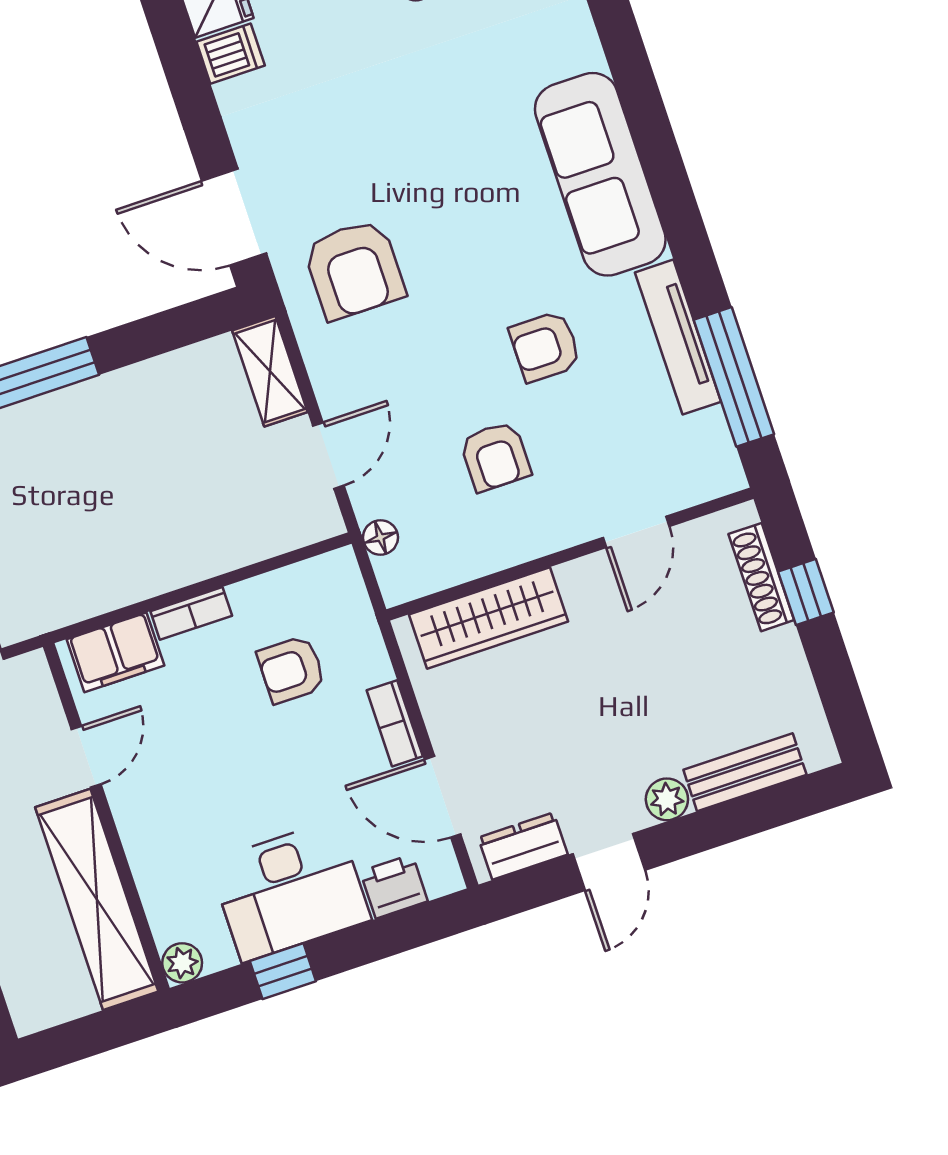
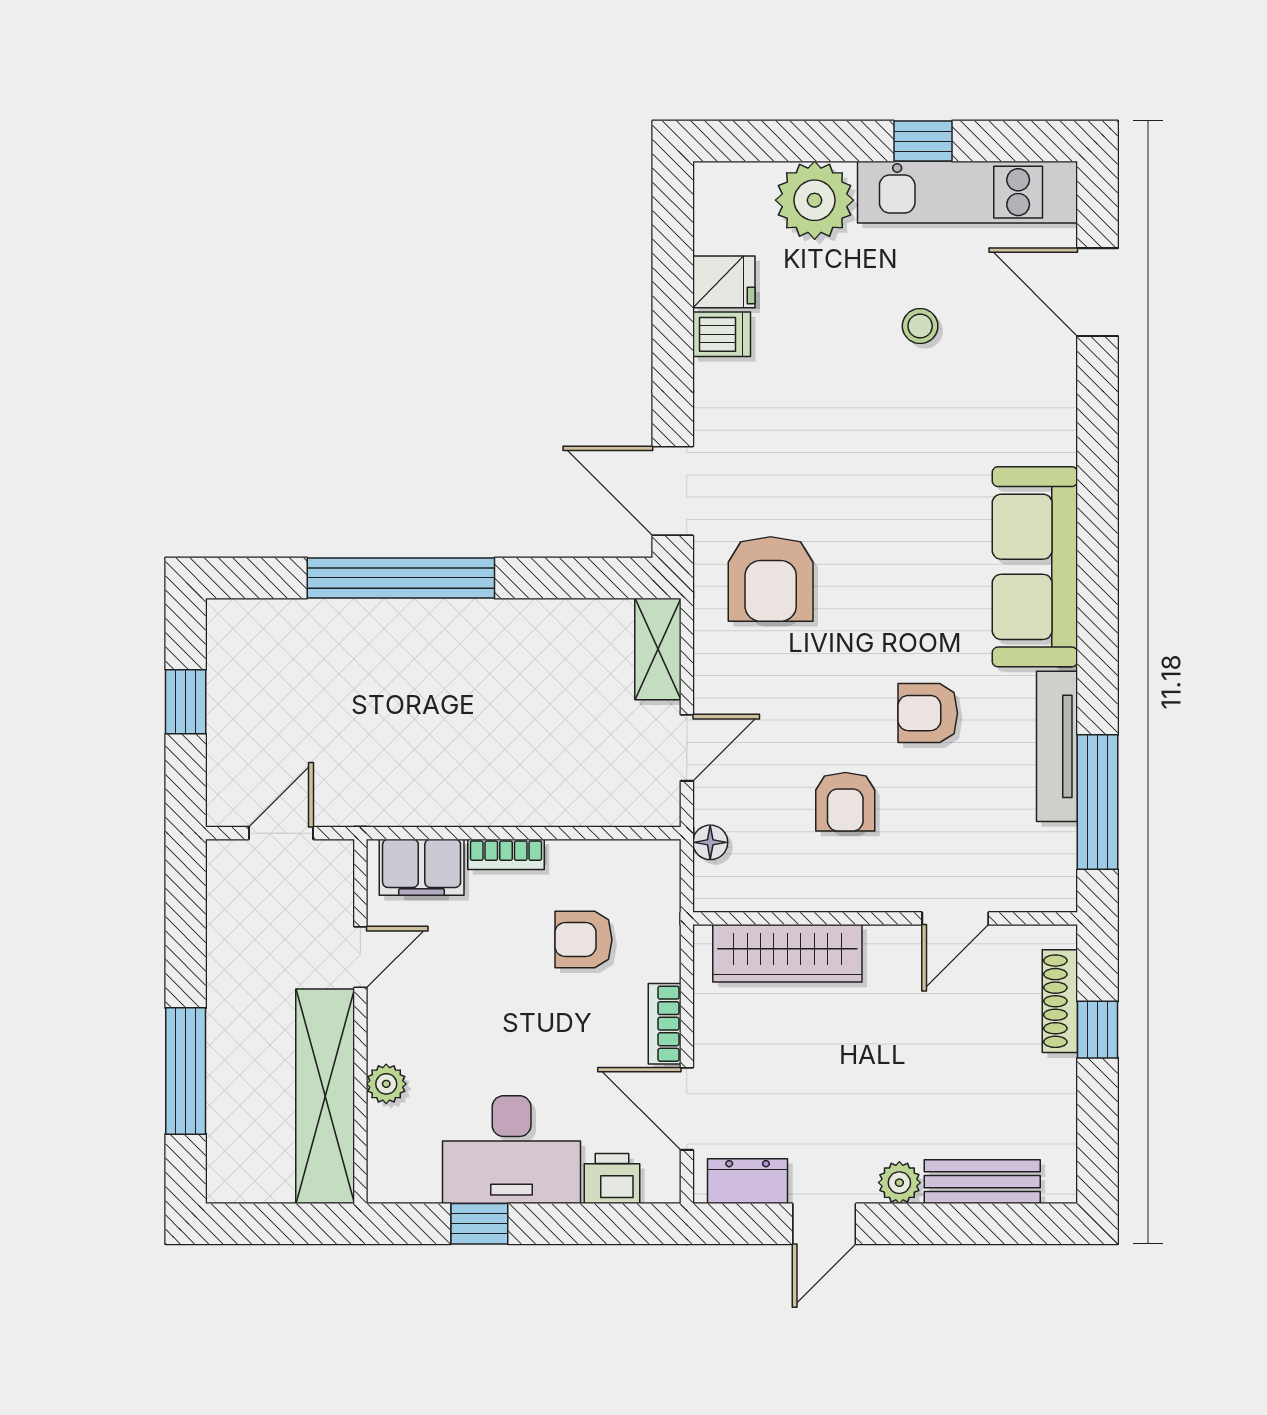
plant: (182, 963) -> (386, 1084), moved

